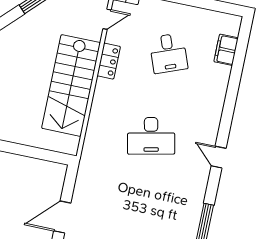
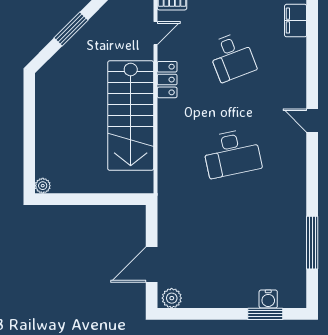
filing cabinet: (226, 50) -> (296, 21), moved
door: (219, 157) -> (312, 121), moved

